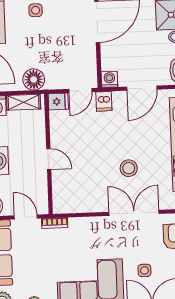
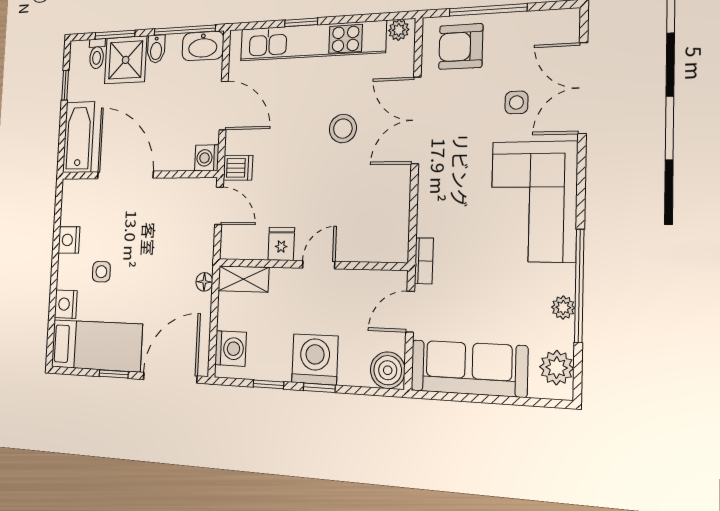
floor lamp: (34, 80) -> (204, 282), width x0.53, depth x0.53
shelving: (24, 102) -> (243, 279), moved, turned 90
fridge: (58, 102) -> (281, 244), moved

